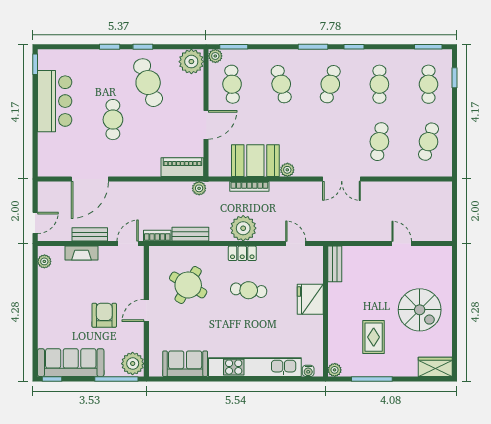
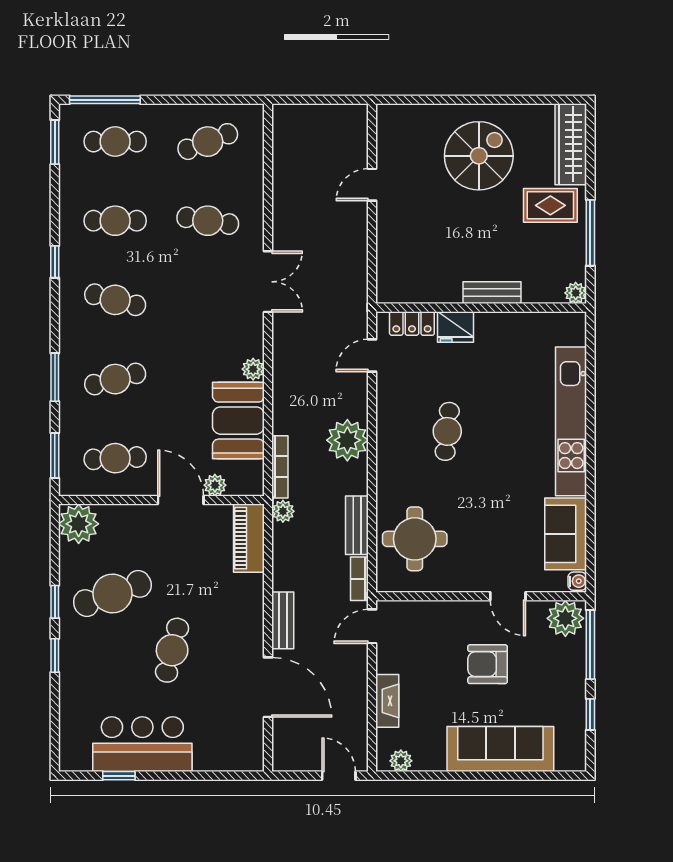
window: (313, 47) -> (55, 377), moved
plant: (215, 56) -> (215, 485), moved
window: (35, 64) -> (119, 776), moved
window: (454, 78) -> (105, 100), width x2.17
cafe table: (113, 120) -> (172, 650), turned -76
cafe table: (428, 142) -> (208, 142), turned -36
bookcase: (249, 186) -> (280, 467), moved
bench: (90, 234) -> (283, 620), moved
door: (128, 244) -> (372, 626), hinge flipped
locker: (242, 253) -> (412, 323), moved, turned 90
bench: (335, 264) -> (492, 293), moved
round table: (188, 285) -> (415, 539), moved, turned -30
fridge: (310, 299) -> (455, 327), width x0.73, depth x0.75
door: (146, 310) -> (508, 596), moved
rug: (374, 337) -> (550, 205), moved
sofa: (71, 363) -> (500, 749), moved, turned 90
wardrobe: (435, 367) -> (571, 144), width x1.50
water cooler: (308, 371) -> (577, 581), moved
window: (52, 379) -> (590, 714), moved

